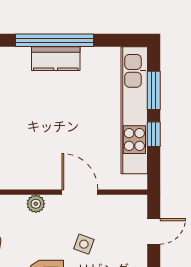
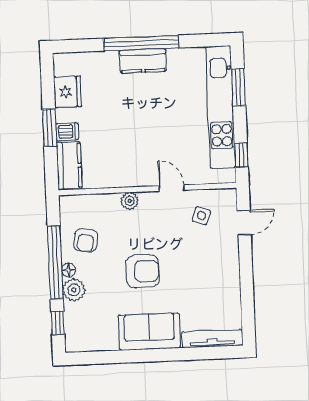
window: (154, 134) -> (241, 155), moved
door: (80, 192) -> (172, 188), width x0.73
side table: (84, 244) -> (201, 216), moved

